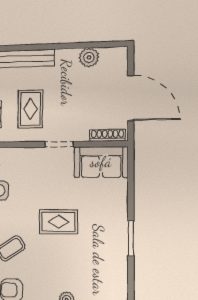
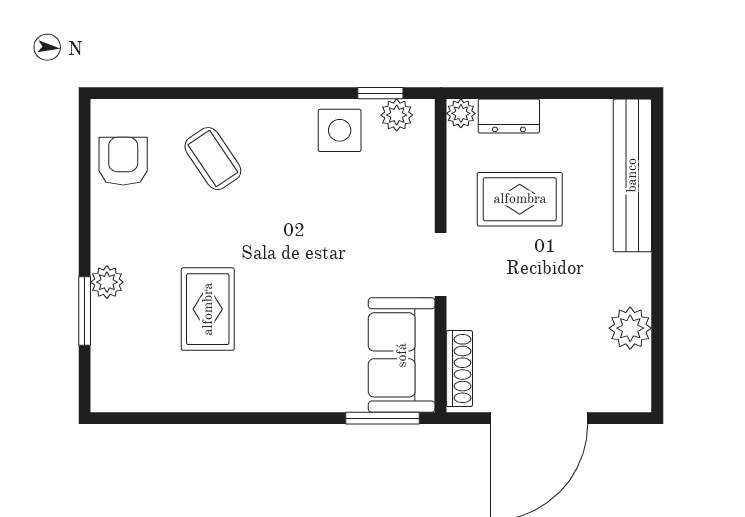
rug: (58, 222) -> (208, 309), moved
window: (131, 238) -> (382, 418), moved

